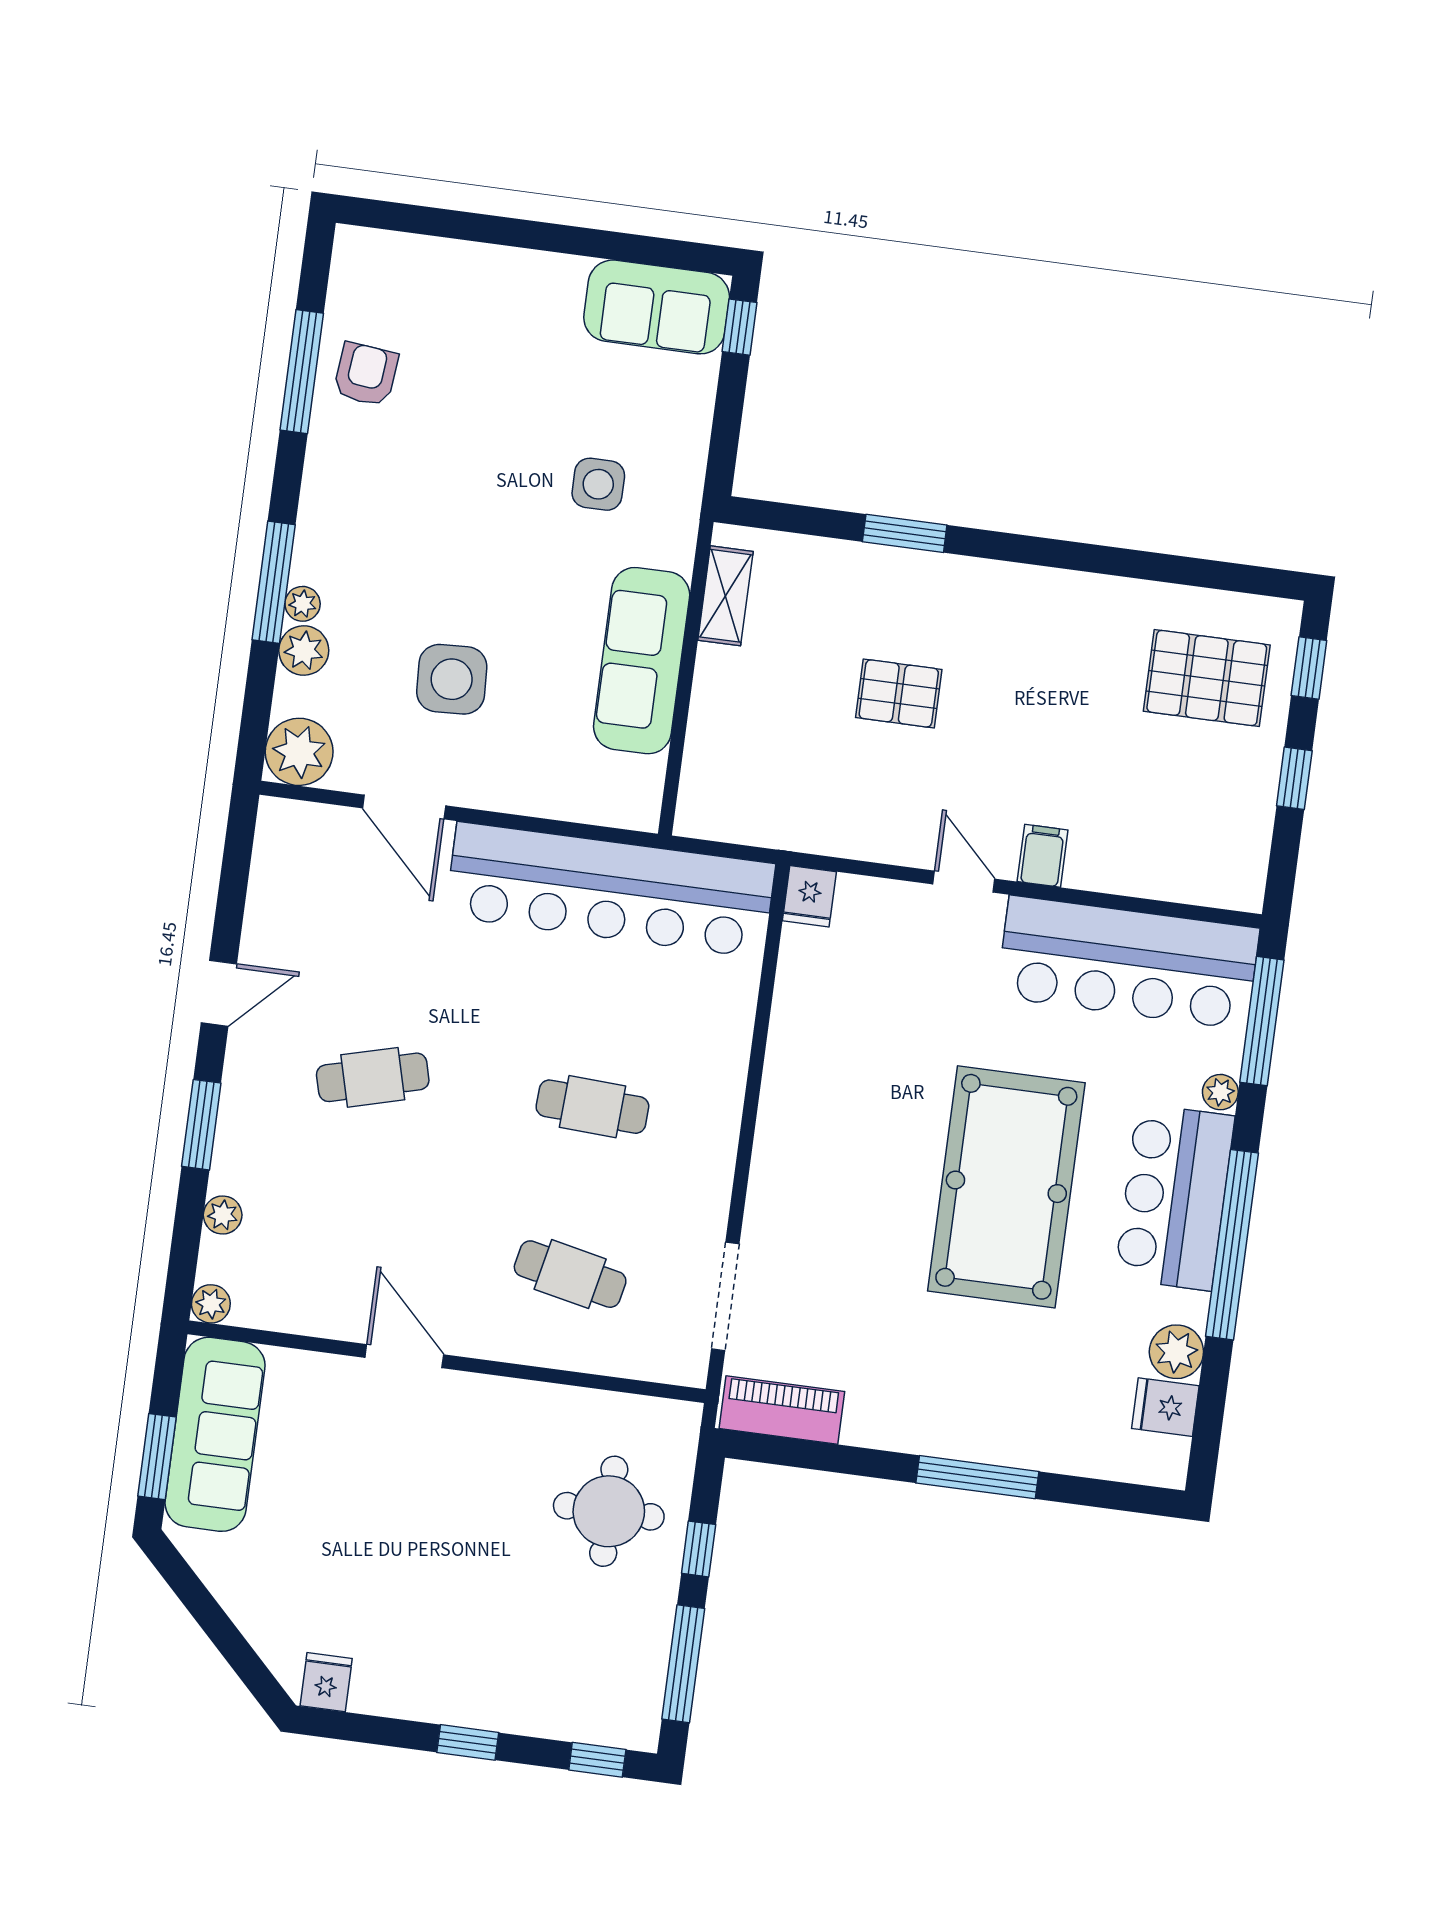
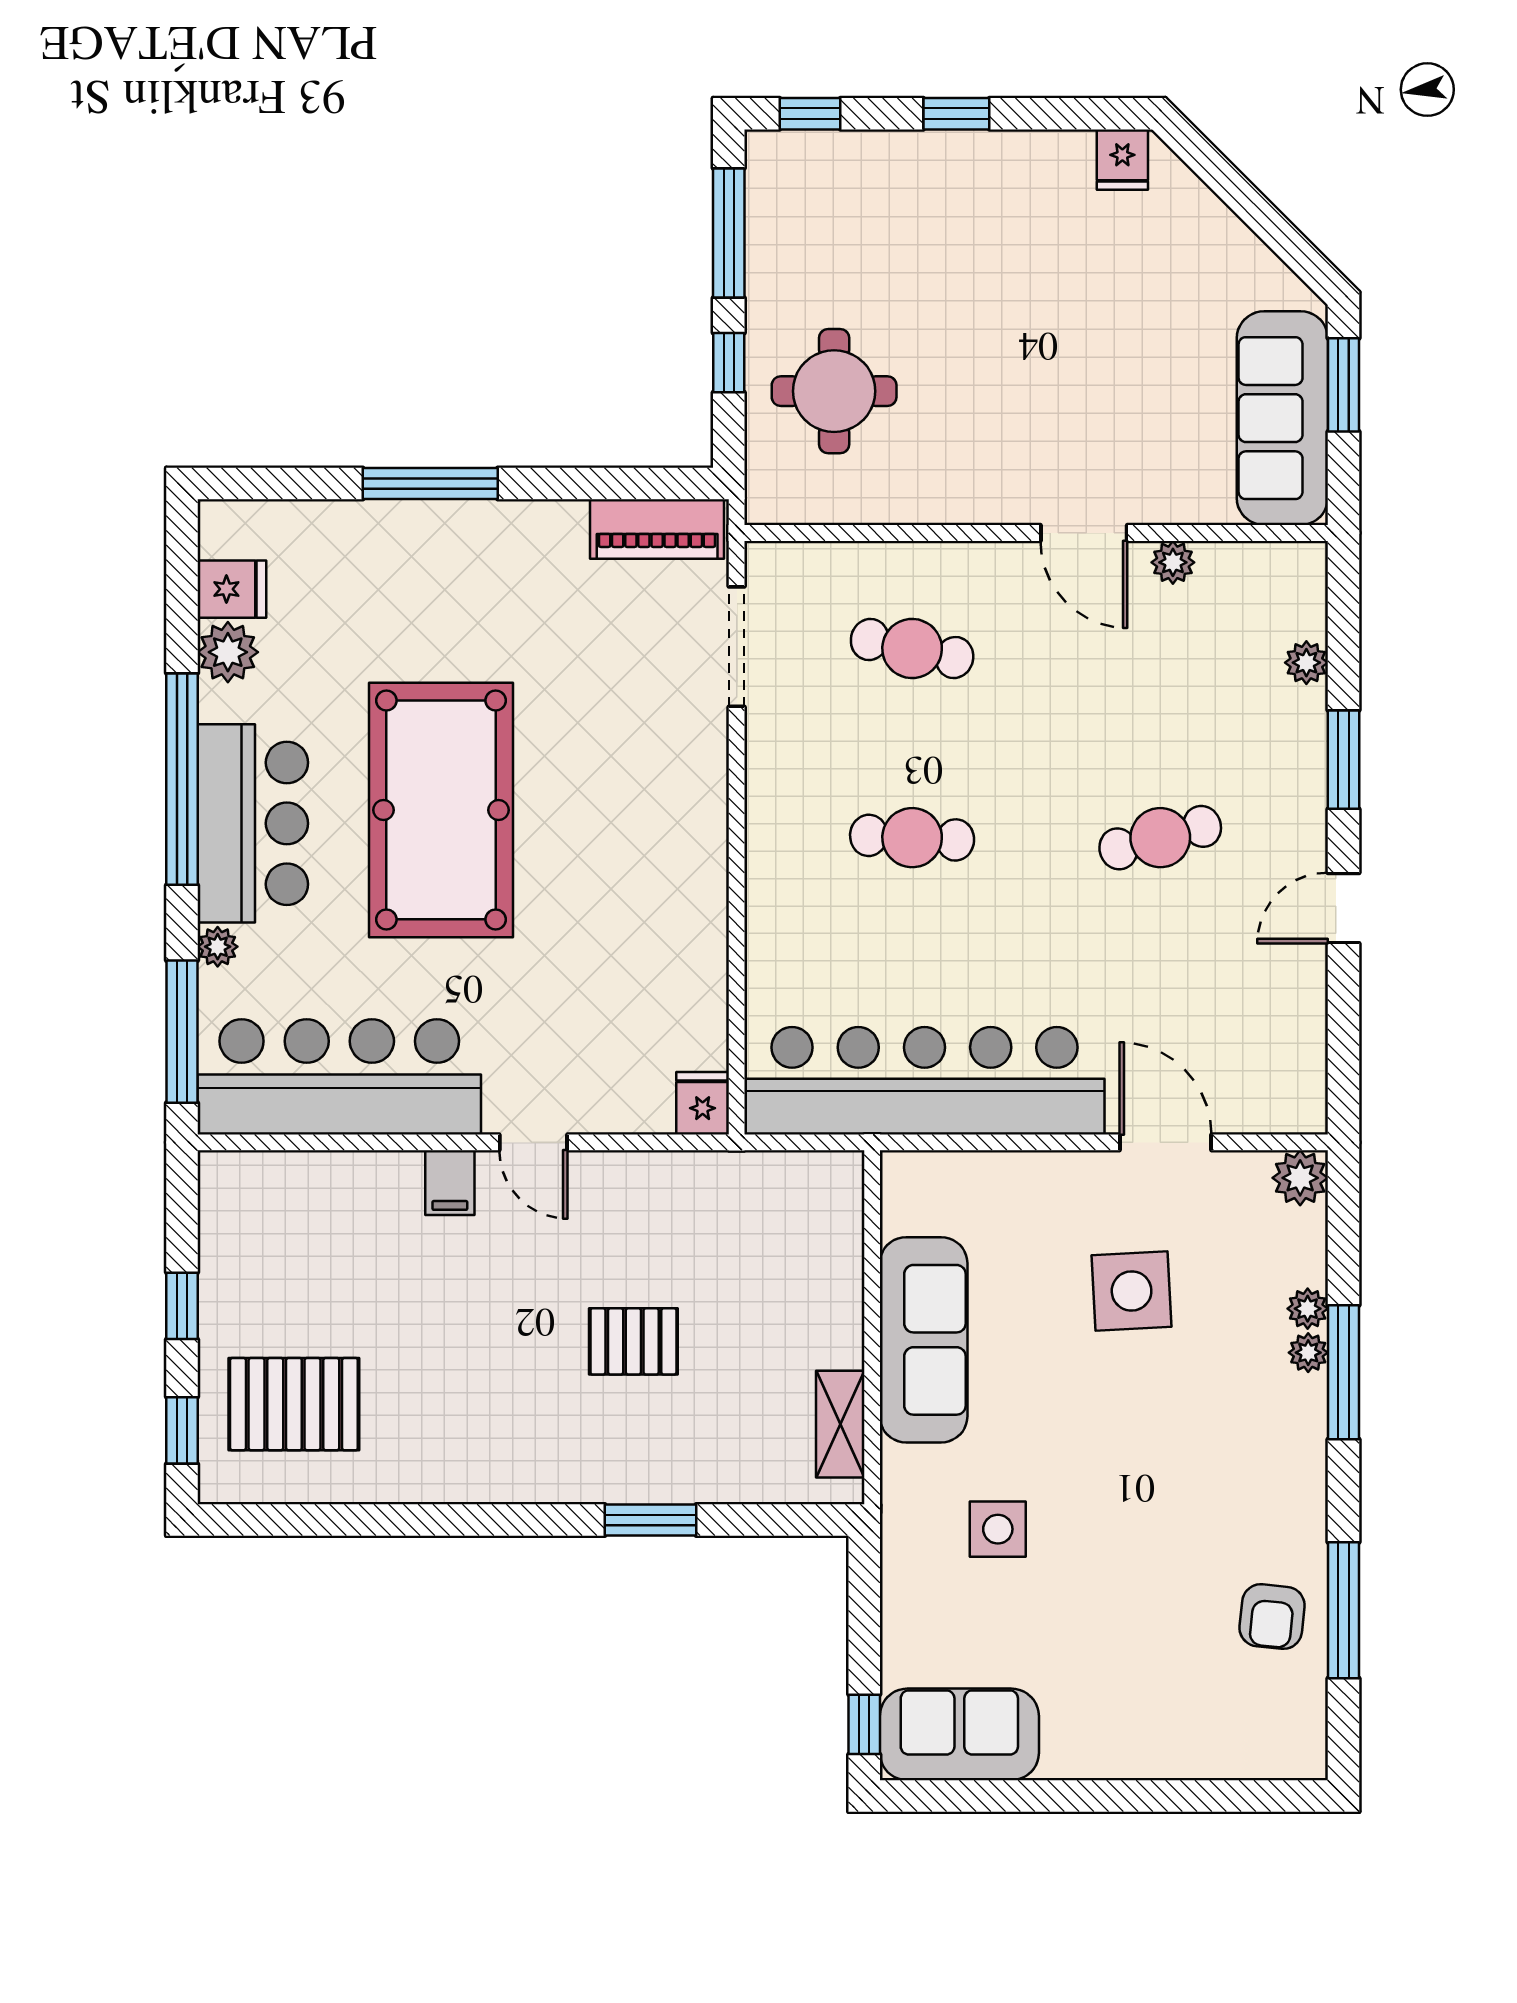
plant: (304, 650) -> (1308, 1309), width x0.73, depth x0.73
plant: (299, 752) -> (1300, 1178), width x0.73, depth x0.73
plant: (211, 1304) -> (1173, 562), moved

